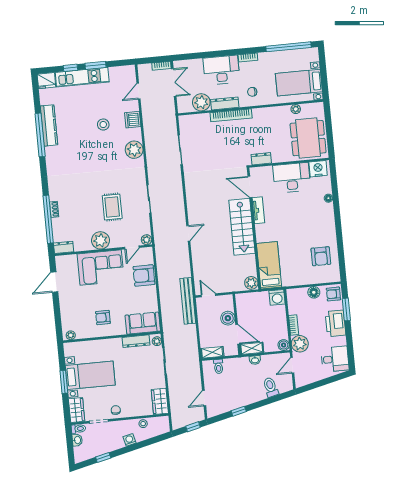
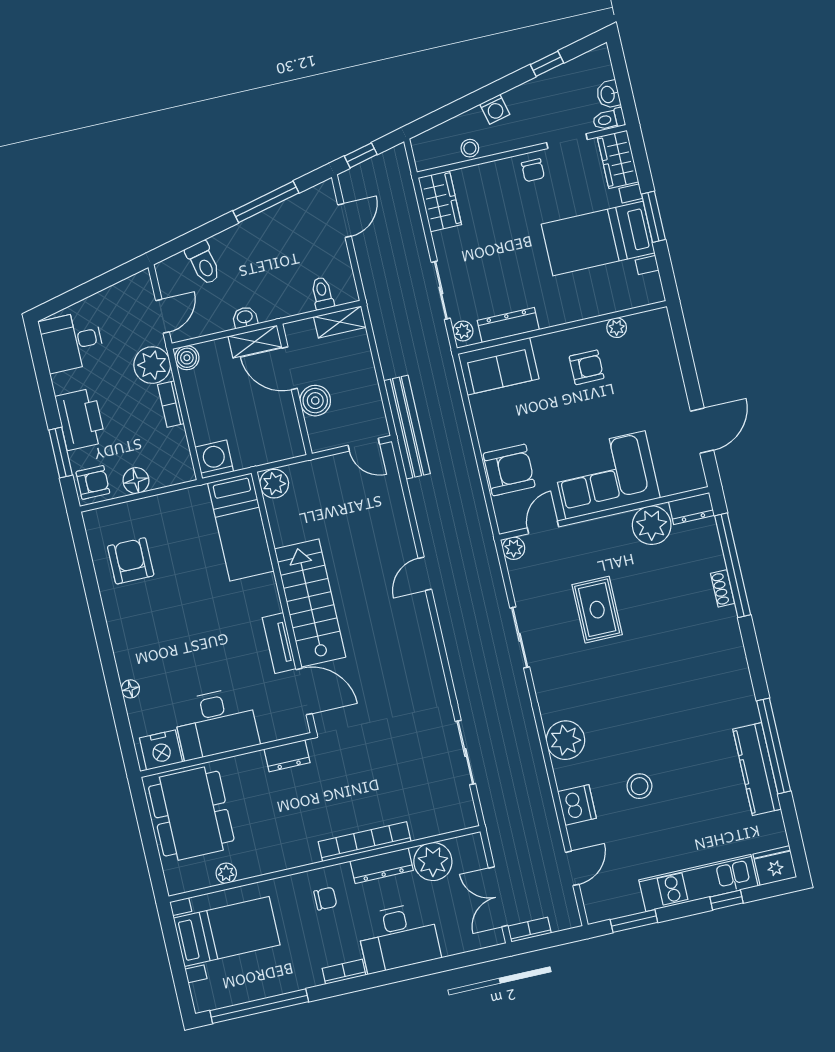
window: (95, 65) -> (634, 921), moved
plant: (100, 240) -> (652, 525), moved
plant: (71, 335) -> (617, 328), moved
window: (239, 411) -> (266, 202), width x2.17

